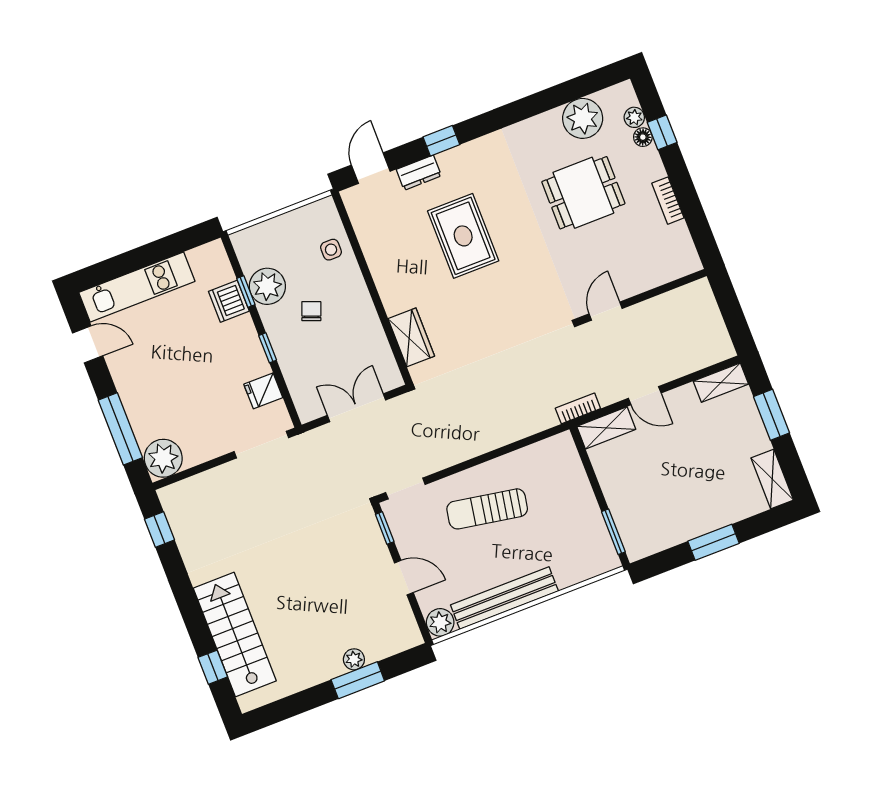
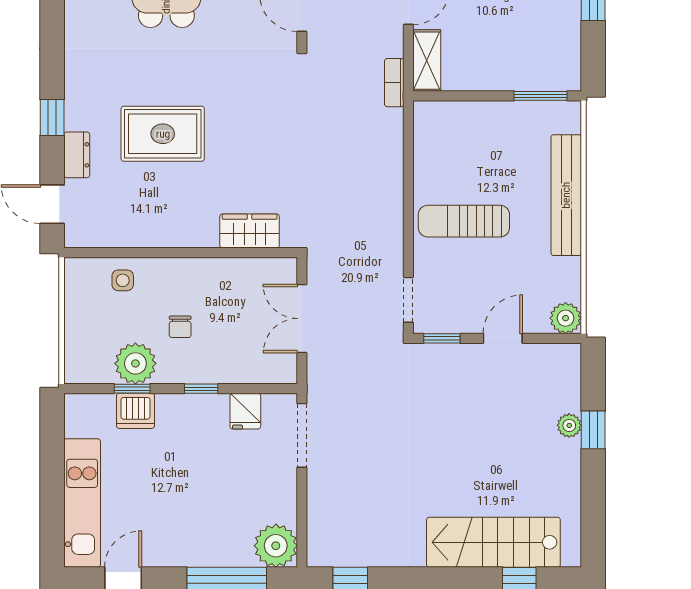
chair: (311, 311) -> (180, 327), turned -111
sun lounger: (487, 509) -> (464, 221), turned 80
bench: (504, 598) -> (566, 195), moved
window: (358, 680) -> (593, 430), width x0.67

